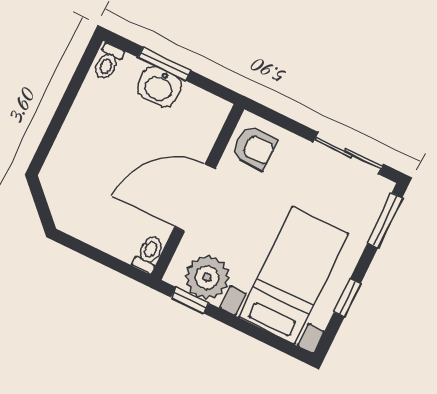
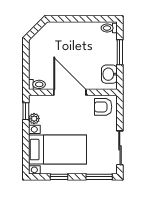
washbasin: (159, 87) -> (109, 74), moved
armchair: (254, 148) -> (103, 107), turned 90
plant: (207, 277) -> (34, 119), width x0.53, depth x0.53

